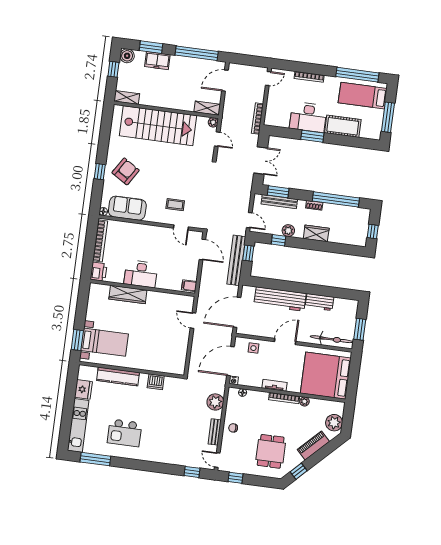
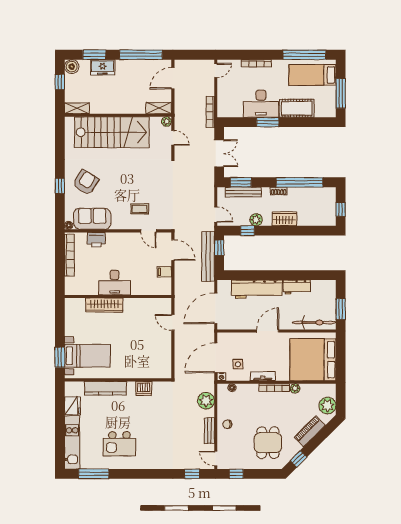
printer: (99, 272) -> (96, 240), moved, turned 90
filing cabinet: (189, 286) -> (164, 272), moved
side table: (253, 348) -> (238, 364), moved

